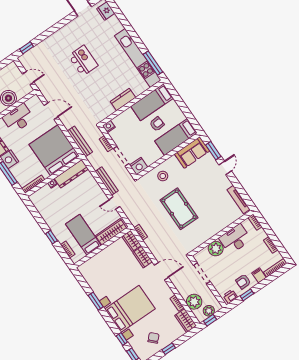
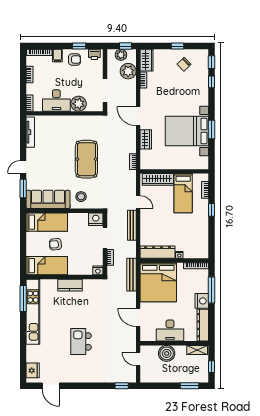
sofa: (192, 152) -> (48, 199), width x1.36
wardrobe: (131, 241) -> (146, 160), removed
bed with nightstands: (130, 309) -> (187, 131), moved

